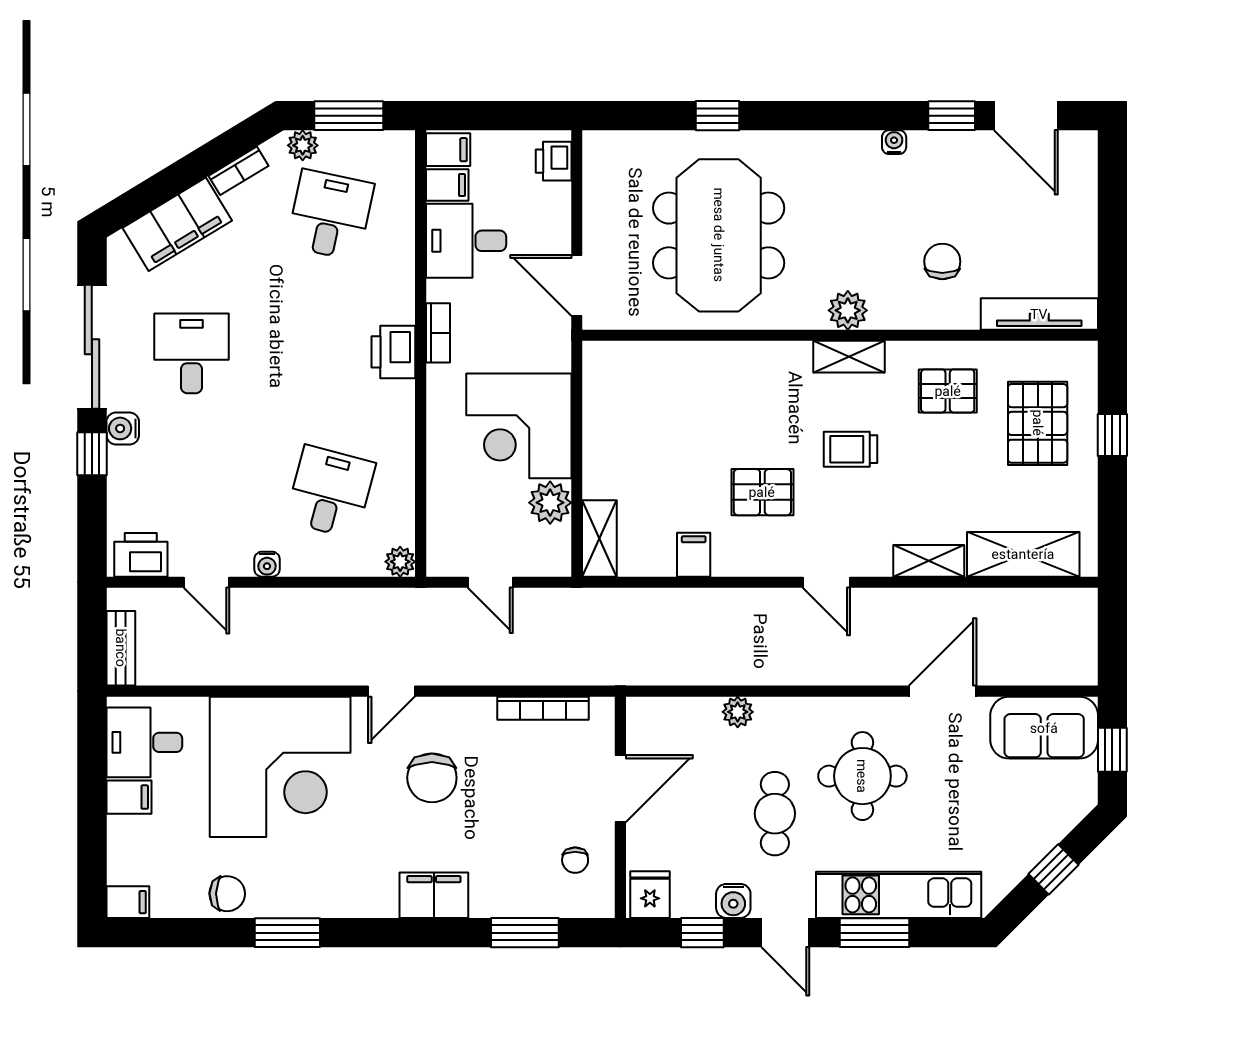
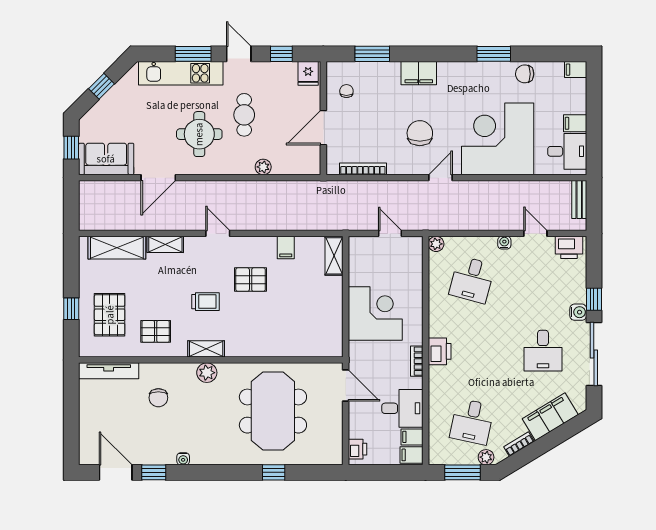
plant: (550, 503) -> (359, 274), removed
water cooler: (733, 901) -> (265, 70), removed

